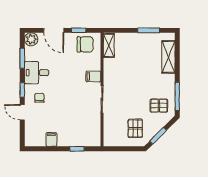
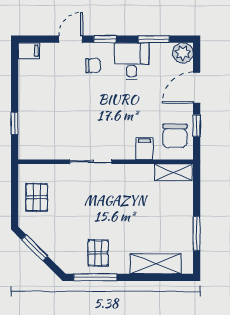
filing cabinet: (93, 76) -> (144, 149), moved
pallet: (159, 106) -> (98, 253), moved
pallet: (135, 128) -> (37, 197), moved, turned 90
filing cabinet: (51, 140) -> (29, 51), moved

